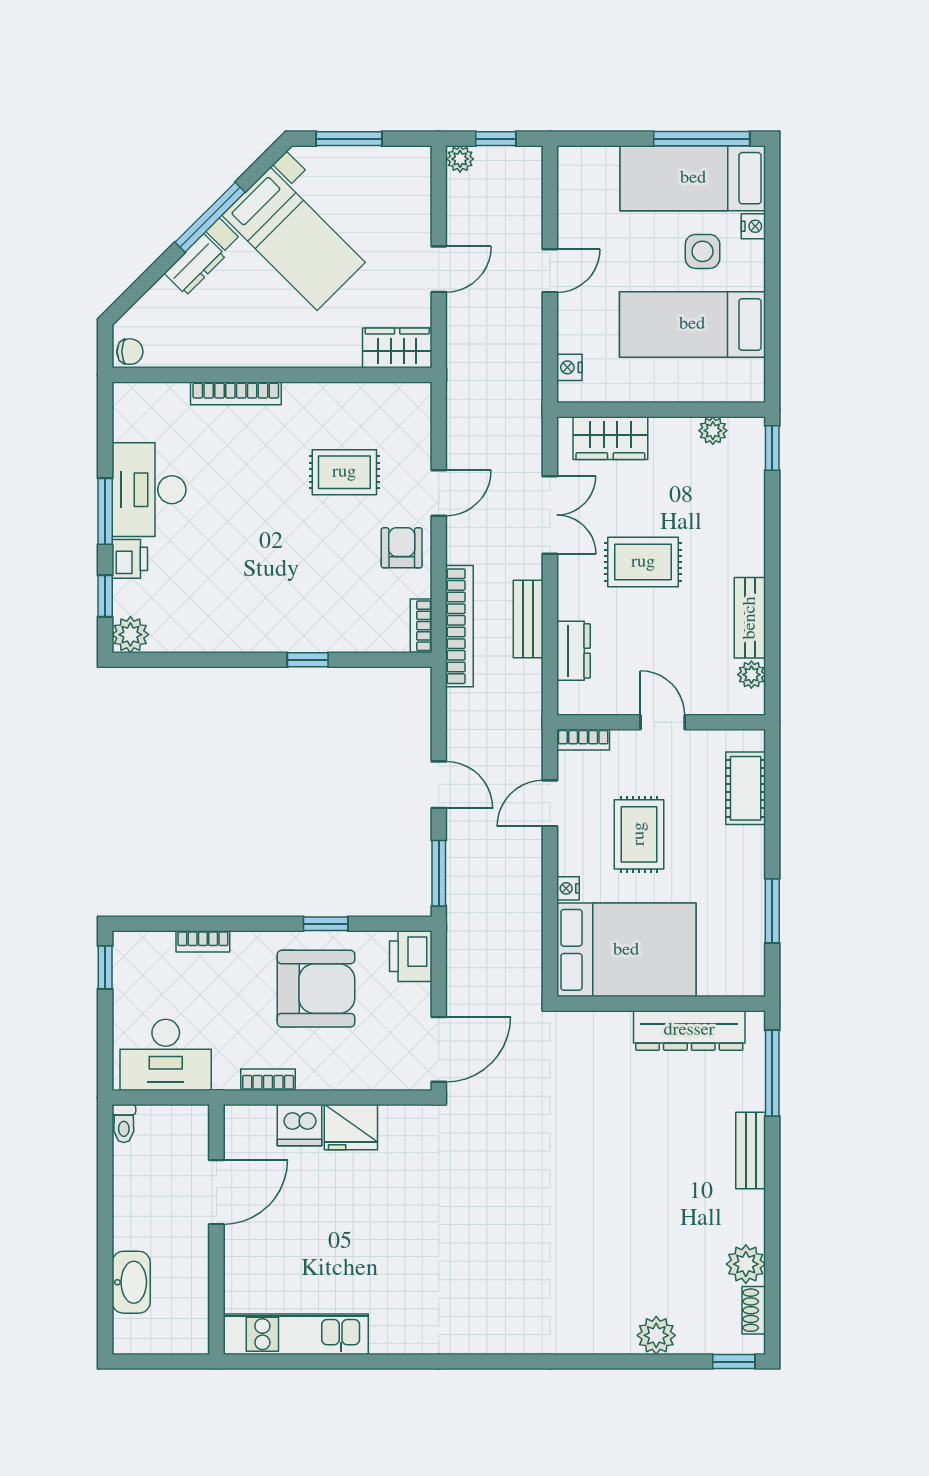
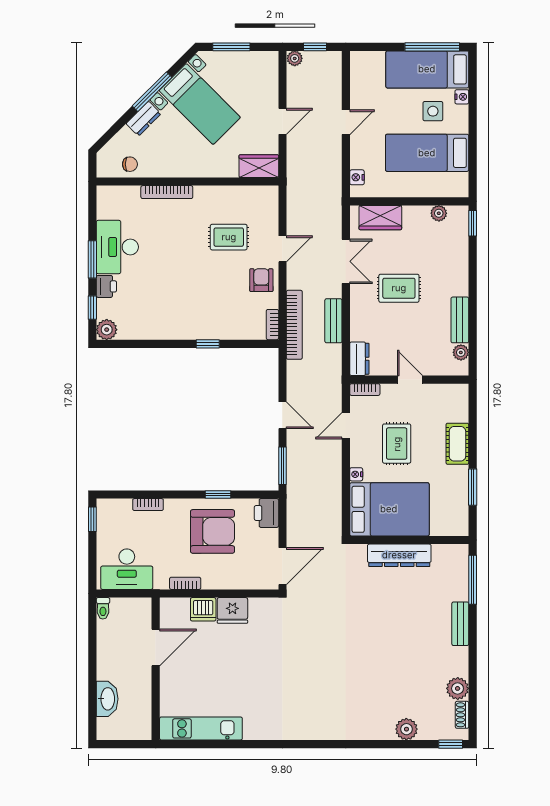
chair: (130, 352) -> (130, 164), moved
dresser: (574, 651) -> (359, 359), moved
cot: (746, 788) -> (457, 444), moved
dresser: (689, 1030) -> (399, 555), moved

